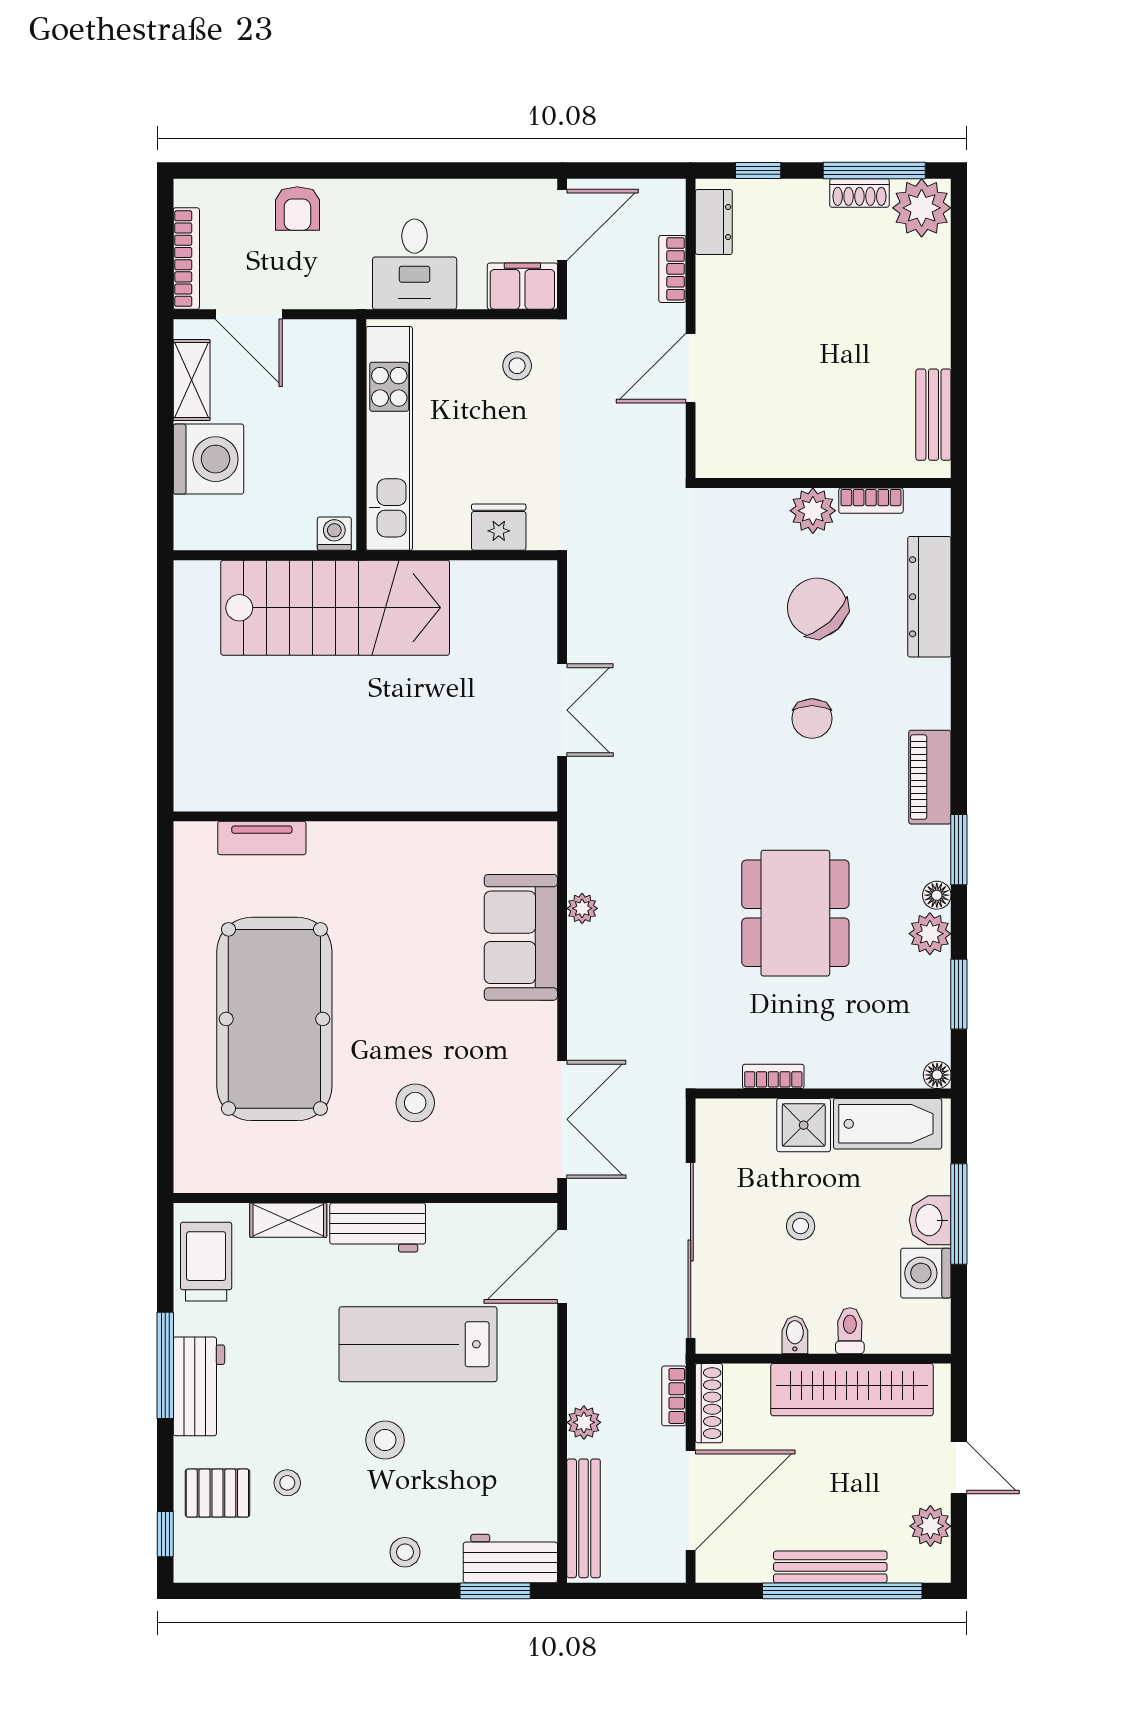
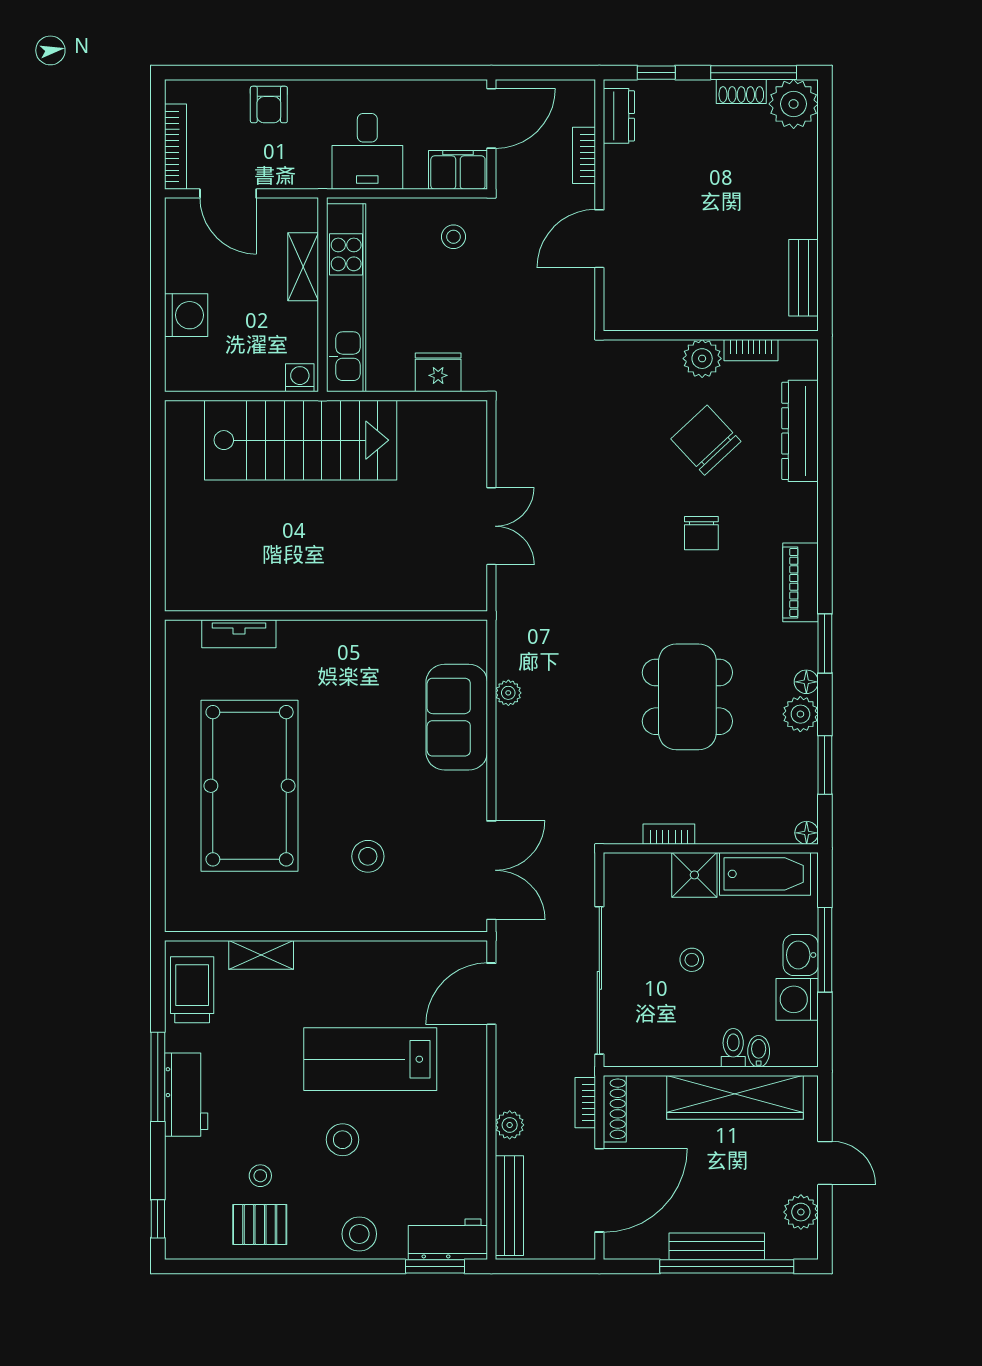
shelving: (192, 380) -> (303, 267), moved
washing machine: (208, 459) -> (186, 315), width x0.73, depth x0.73
workbench: (378, 1227) -> (336, 961), removed
bidet: (795, 1335) -> (759, 1051), moved
pallet: (217, 1493) -> (260, 1224), moved
stool: (405, 1552) -> (359, 1234), width x1.37, depth x1.37

